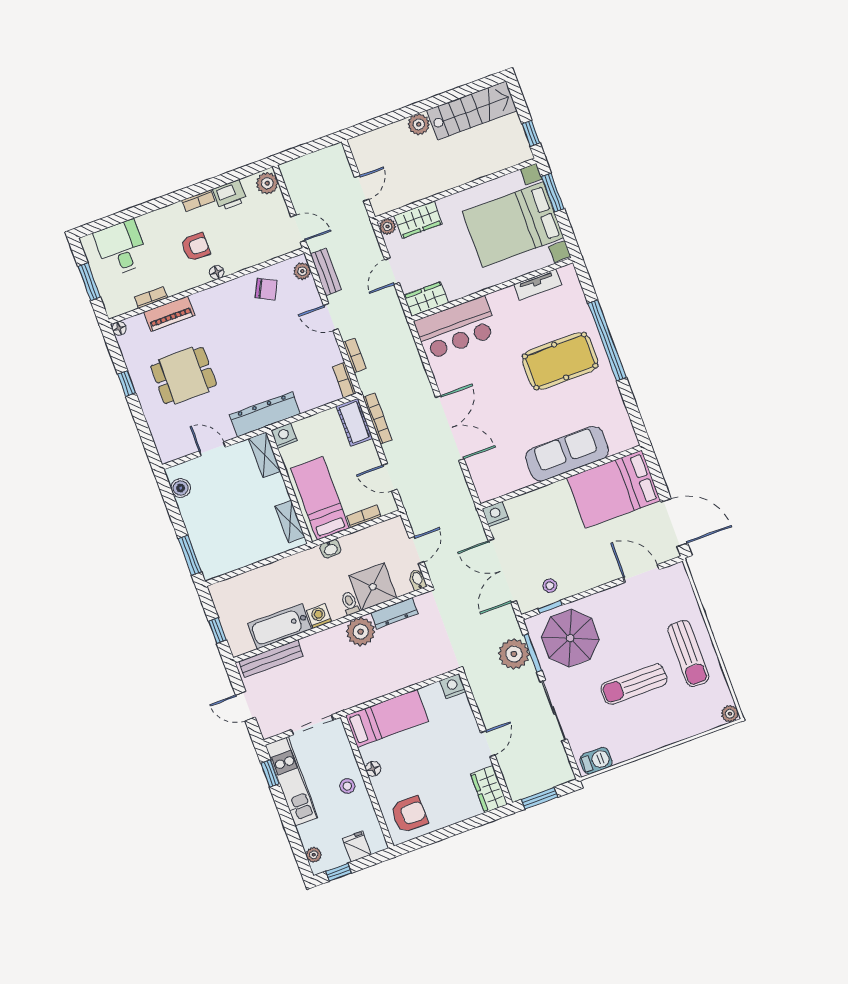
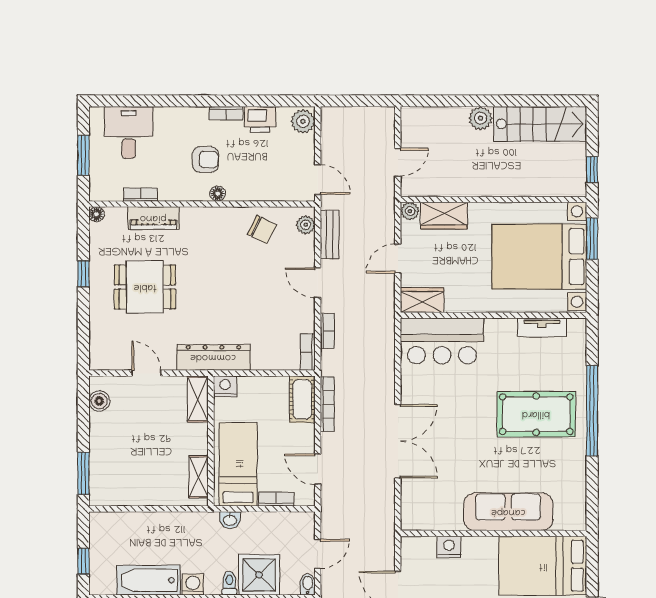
nightstand: (496, 514) -> (449, 547), moved

